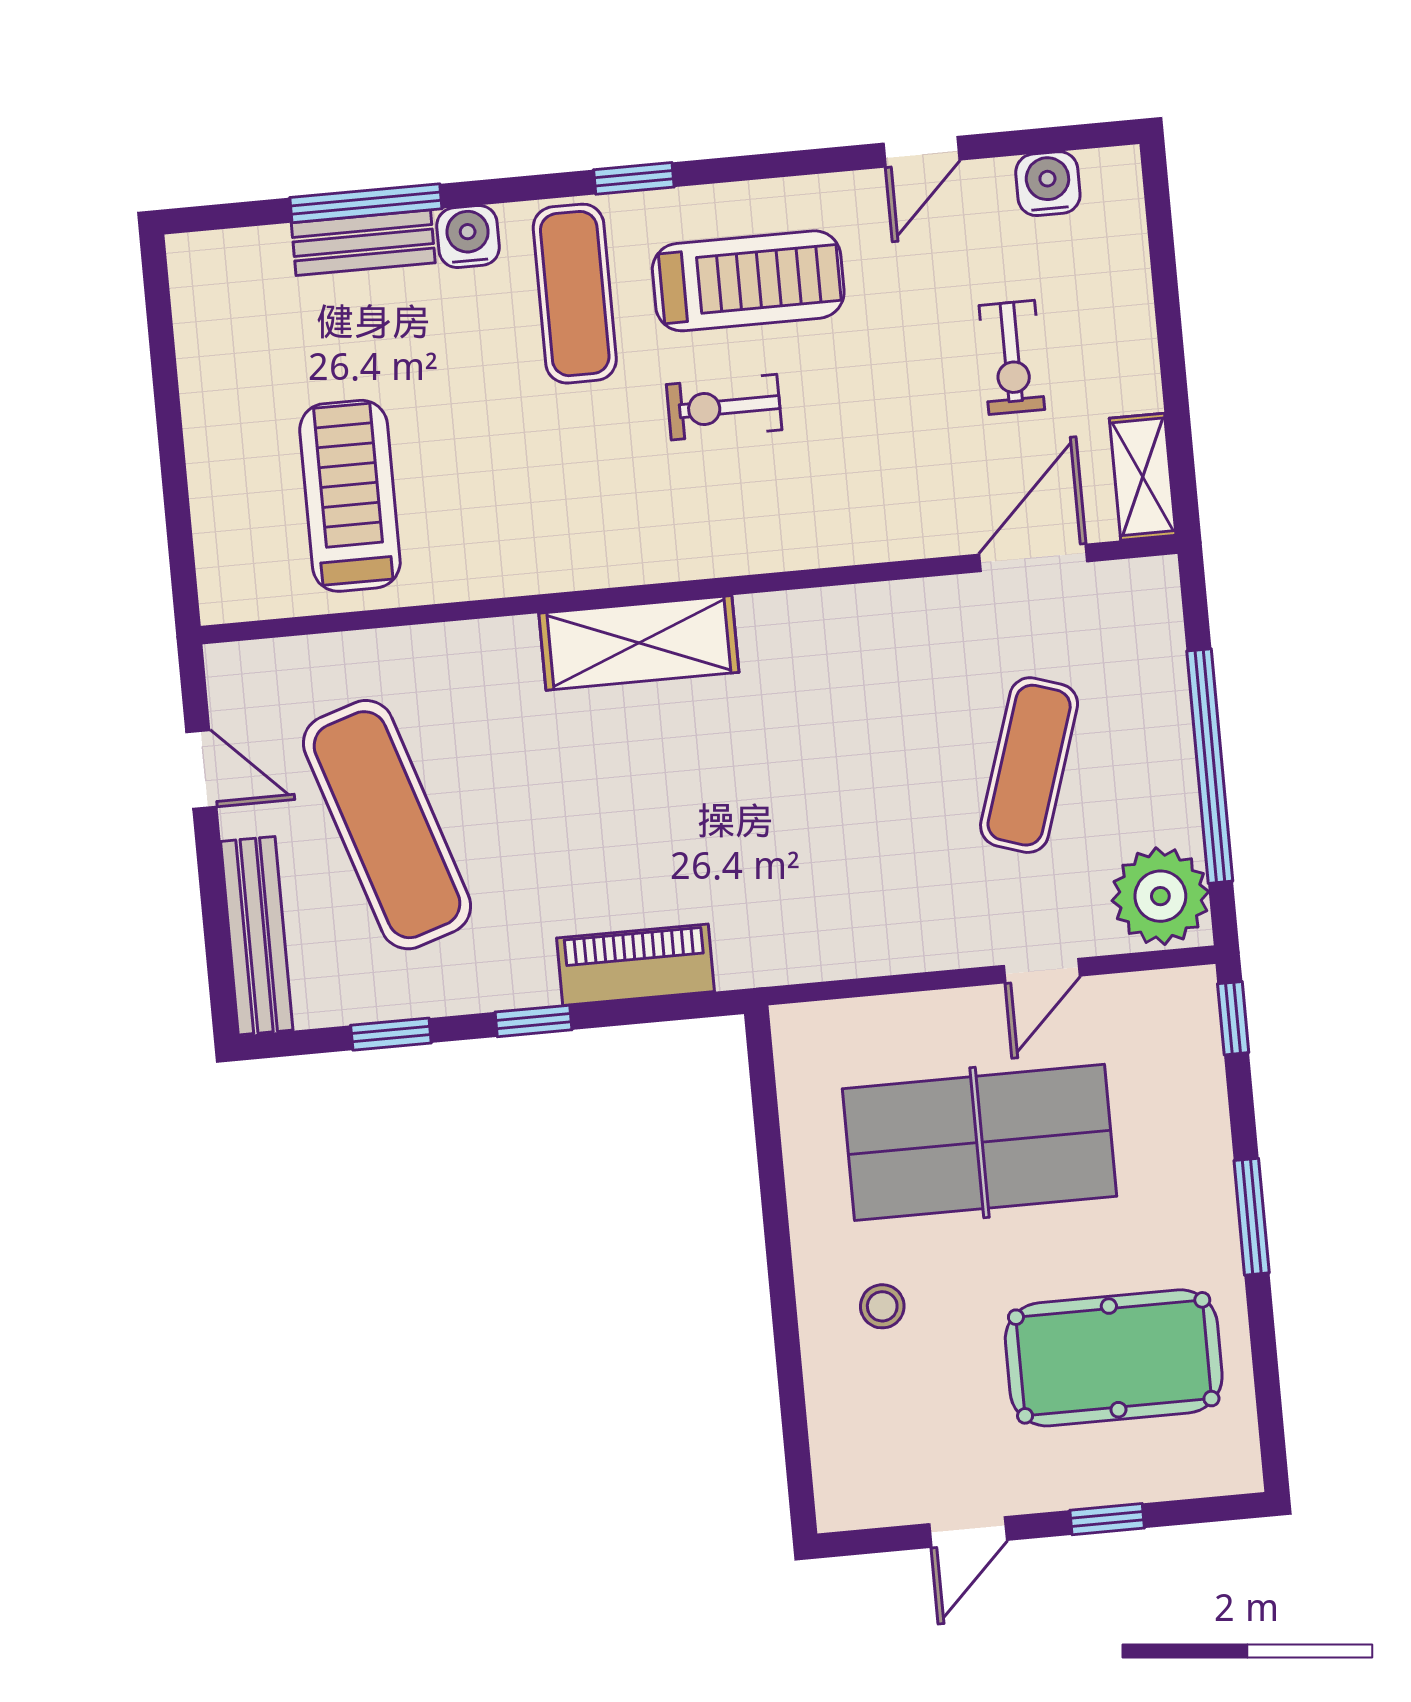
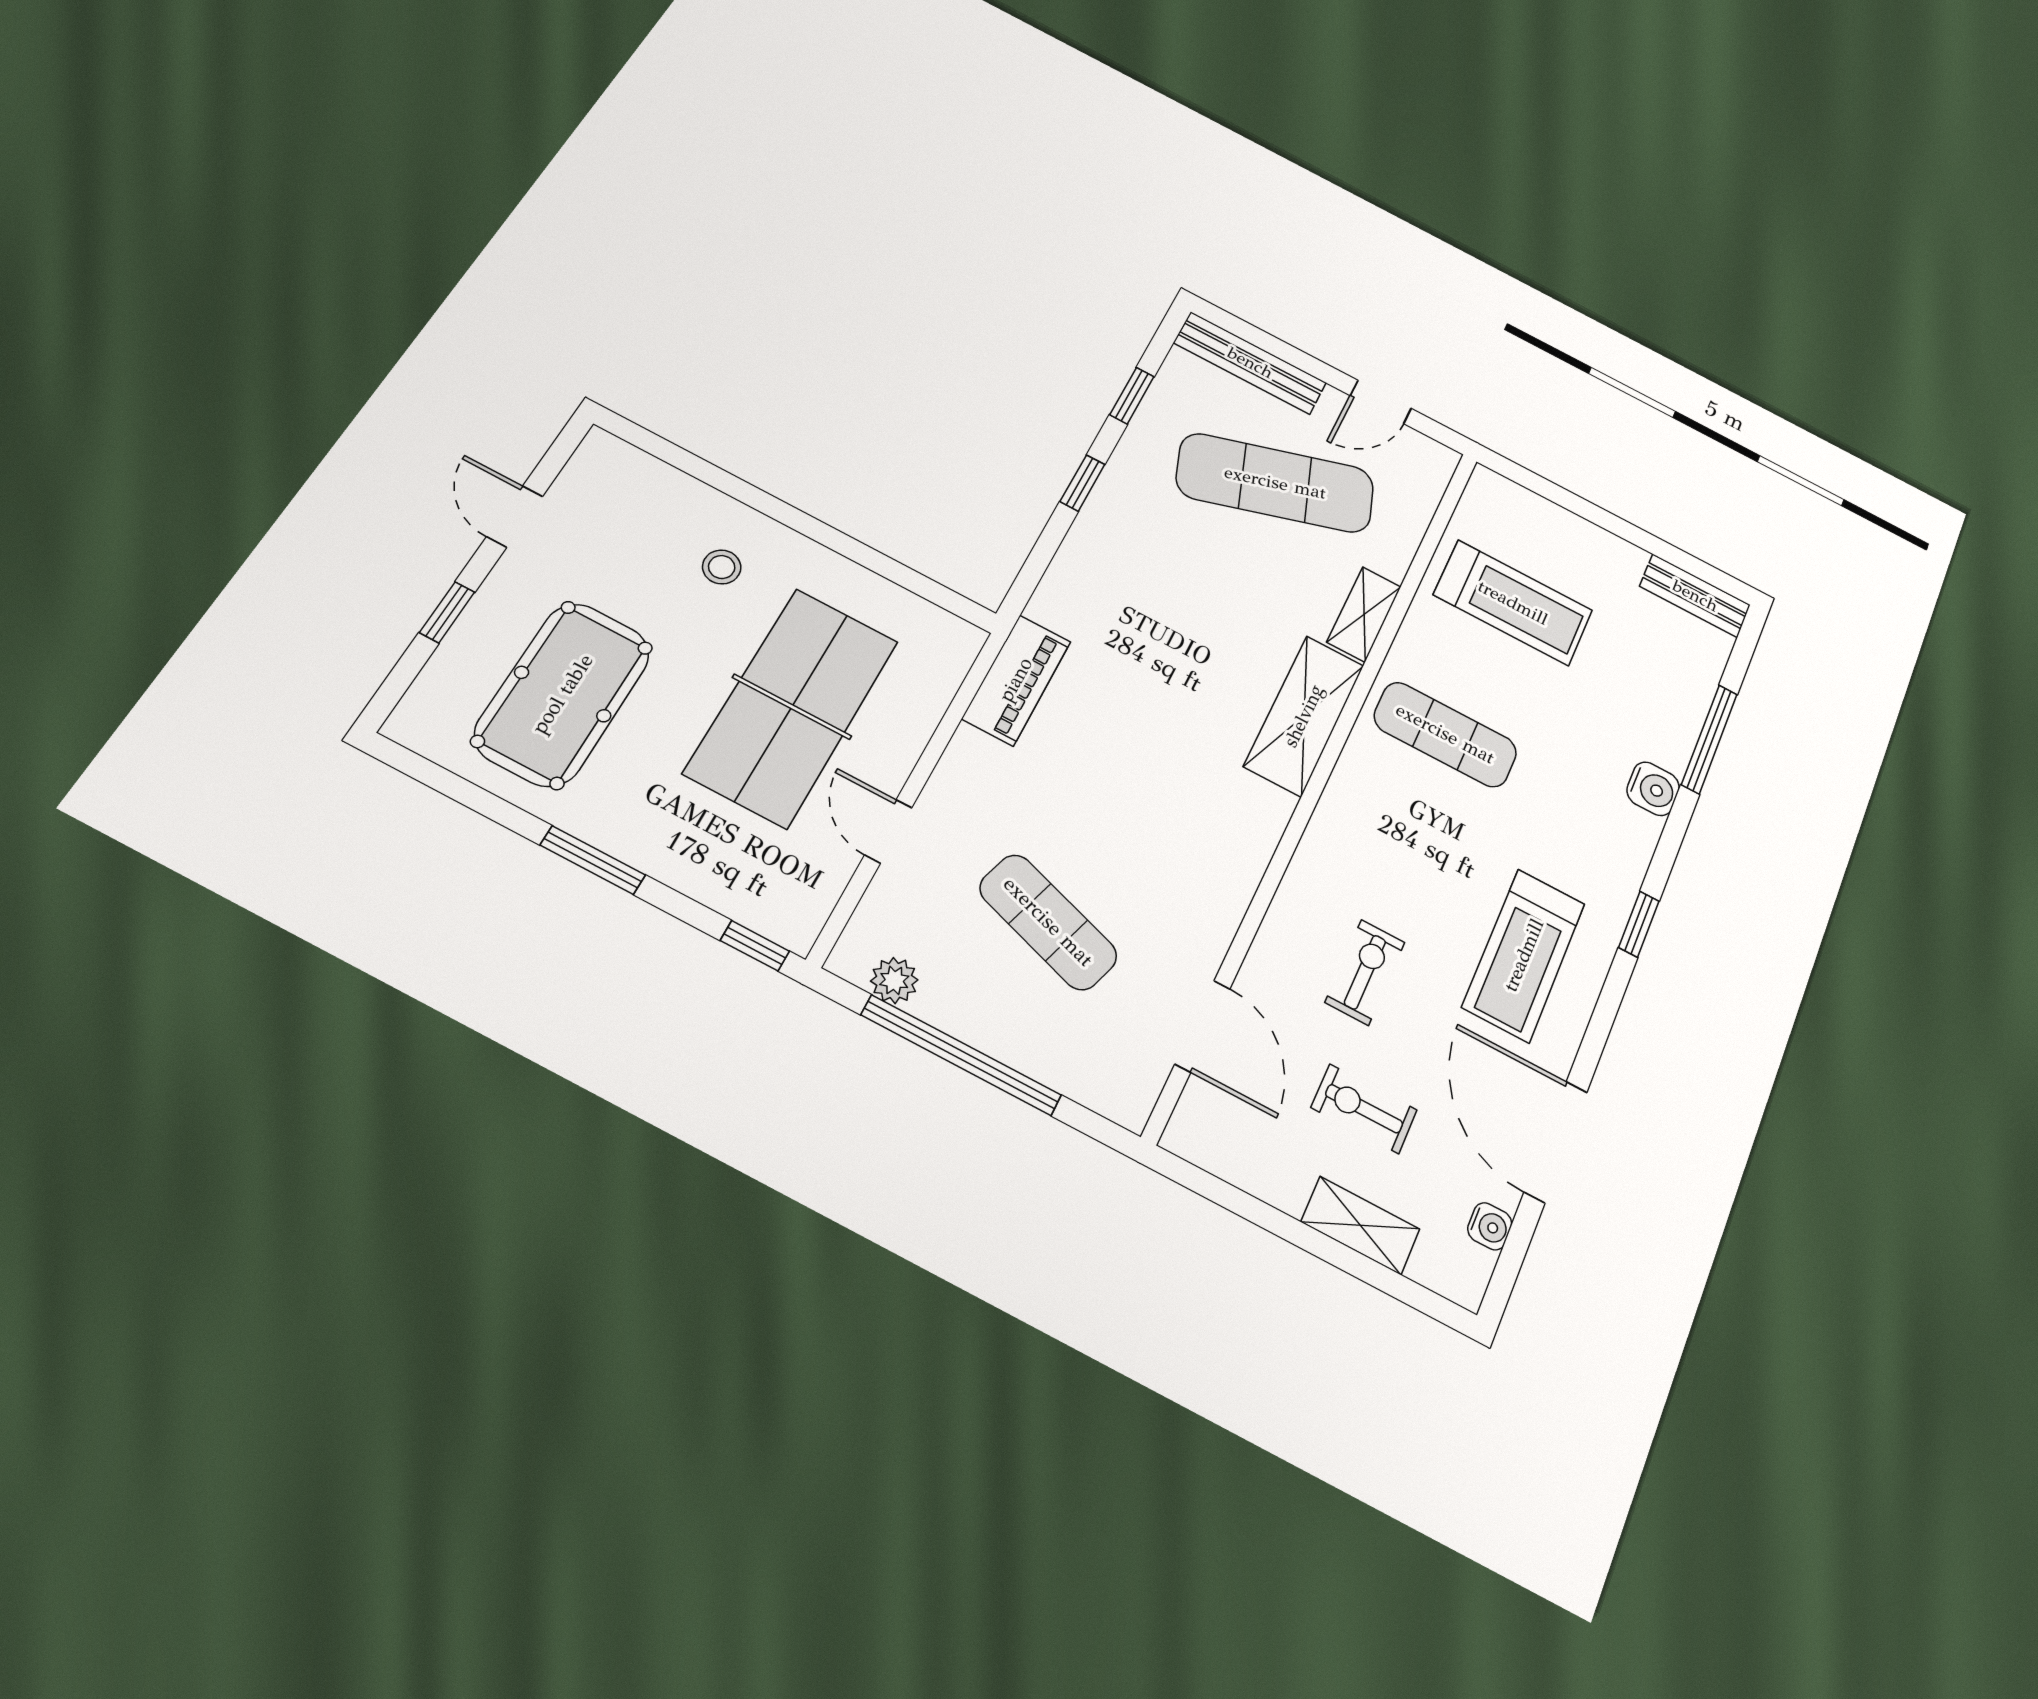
door: (922, 152) -> (1556, 1142), width x1.88
water cooler: (1048, 184) -> (1490, 1226), width x0.72, depth x0.72
bench: (363, 243) -> (1695, 596), moved, turned 90
exercise mat: (575, 294) -> (1445, 734), moved
exercise bike: (724, 407) -> (1365, 972), moved
shelving: (1143, 477) -> (1360, 1225), moved
shelving: (478, 645) -> (1364, 614), added
plant: (1160, 896) -> (894, 980), width x0.53, depth x0.53
piano: (635, 965) -> (1016, 680), moved

